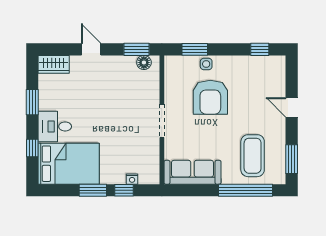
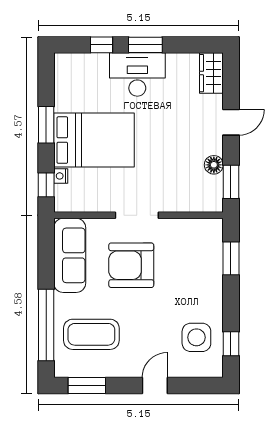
floor lamp: (144, 63) -> (214, 165), moved
side table: (206, 64) -> (196, 337), moved, width x1.87, depth x1.87
armchair: (210, 97) -> (131, 265), moved
window: (32, 102) -> (145, 45), moved
desk: (55, 126) -> (137, 75), width x1.37
bed: (69, 164) -> (94, 140), moved, turned -90
window: (124, 190) -> (46, 185), moved

